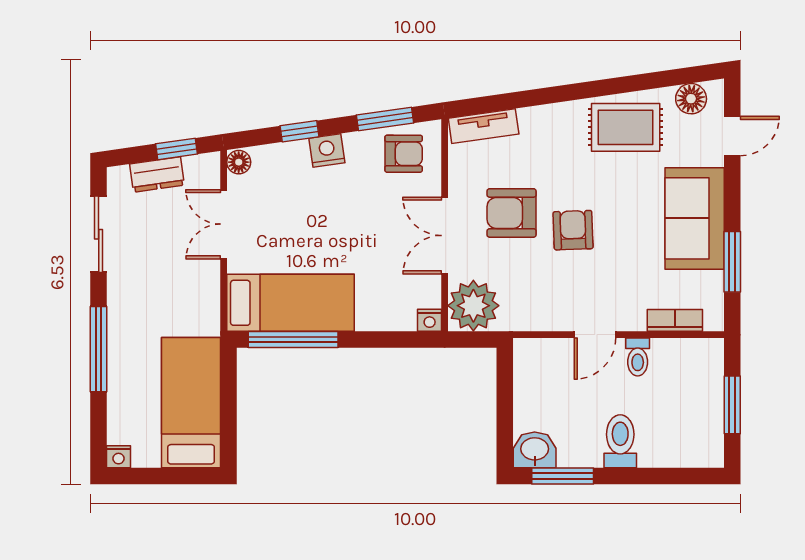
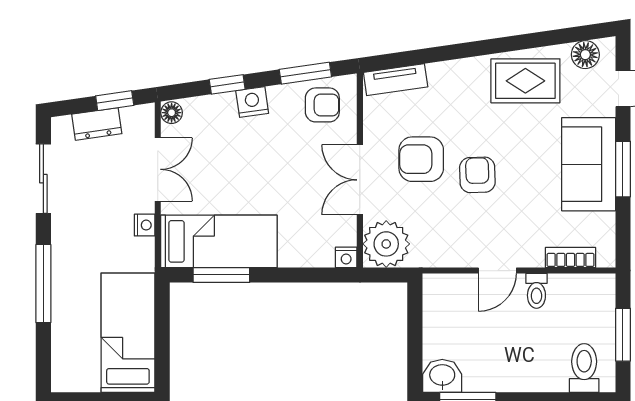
double door: (224, 224) -> (158, 169), swing flipped
window: (732, 262) -> (623, 169), moved
window: (293, 340) -> (221, 275), width x0.69
toilet: (620, 441) -> (584, 368), moved
nightstand: (119, 457) -> (145, 225), moved, turned -90

